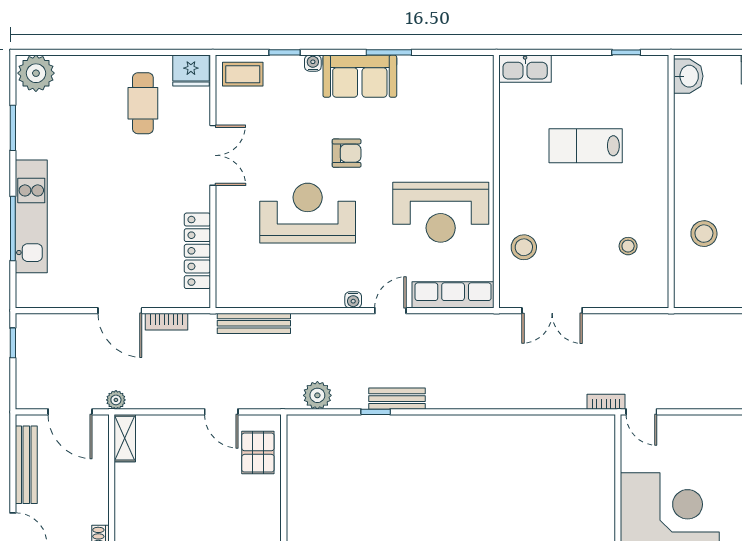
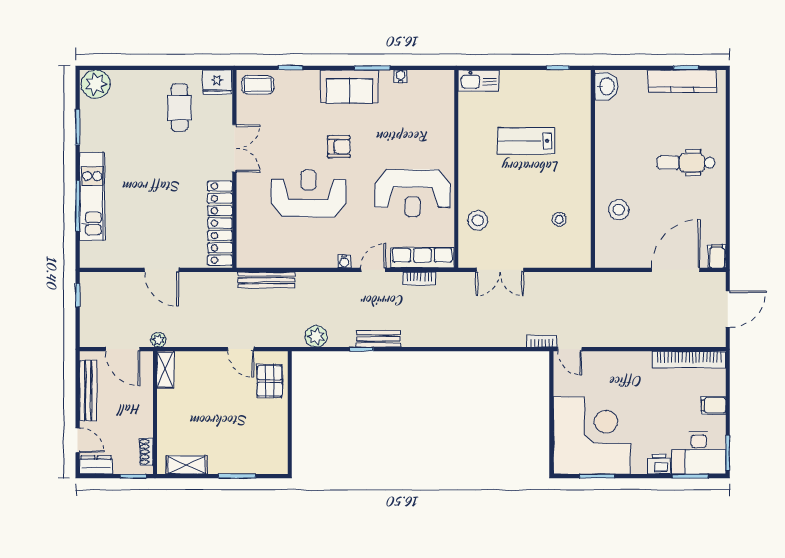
water cooler: (313, 63) -> (401, 76), moved
locker: (197, 251) -> (220, 223), width x1.41, depth x1.21
bookcase: (167, 322) -> (419, 279), moved

